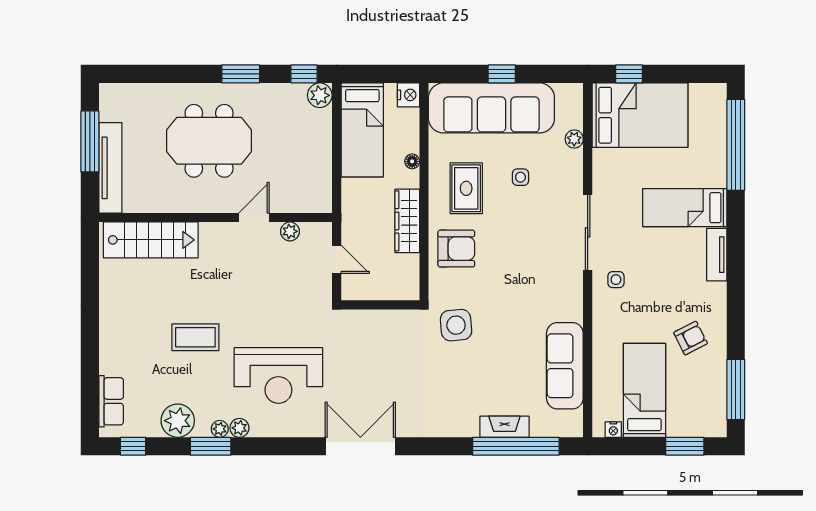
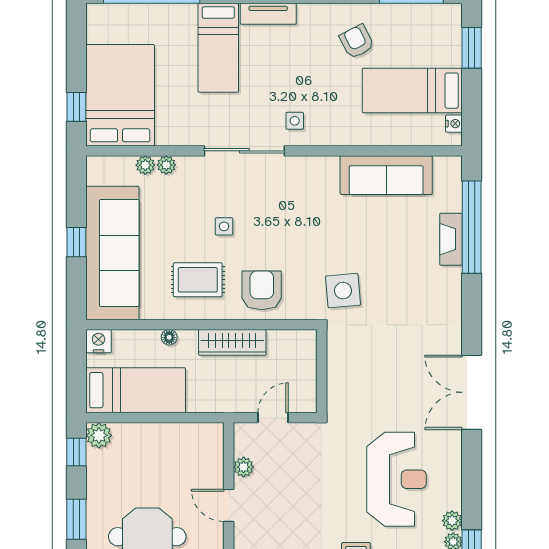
plant: (574, 159) -> (166, 165), added
side table: (520, 177) -> (224, 226), moved

